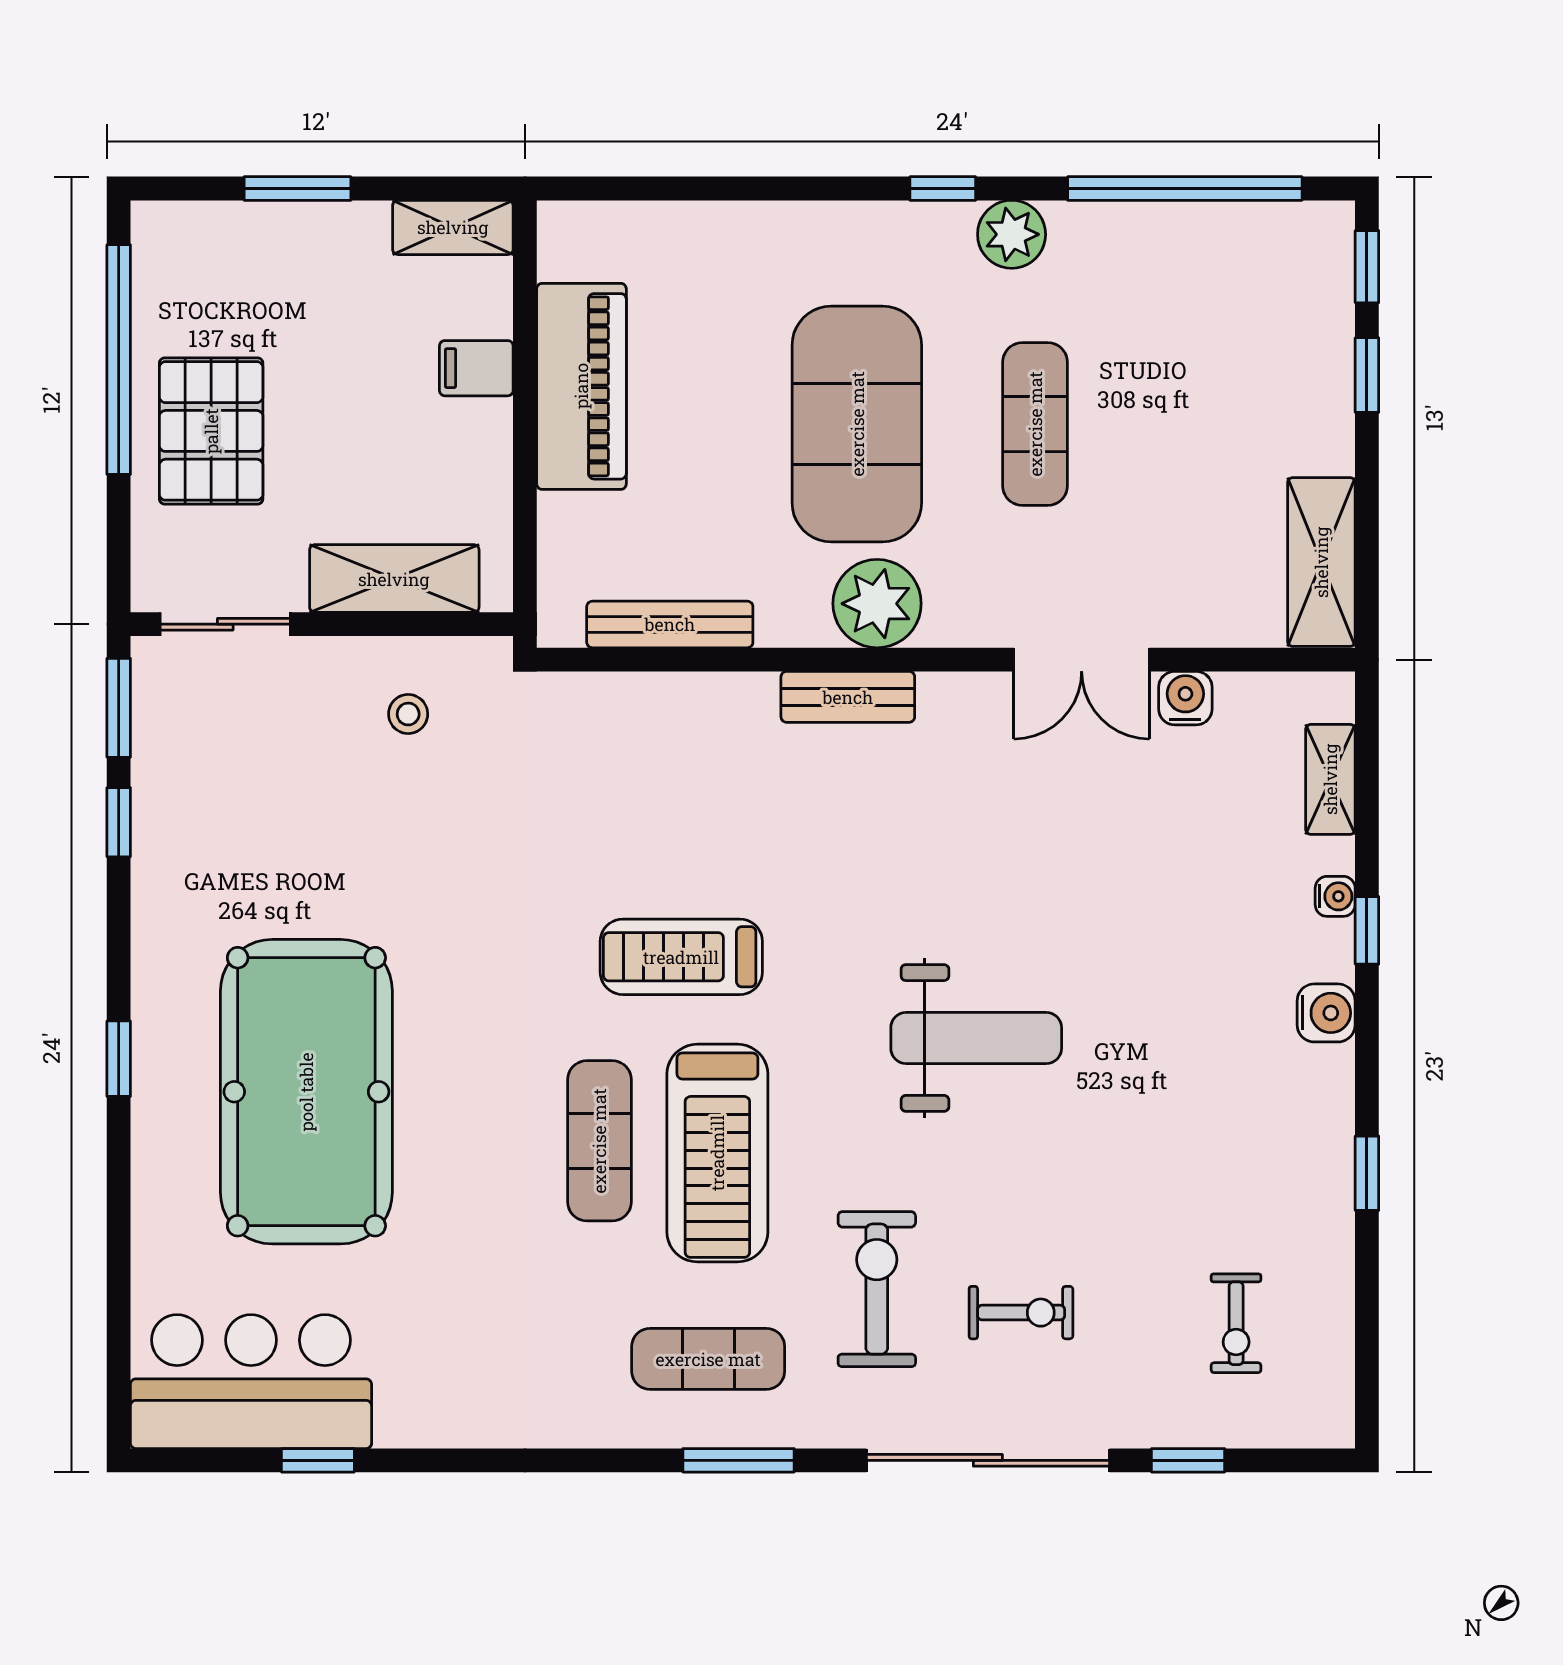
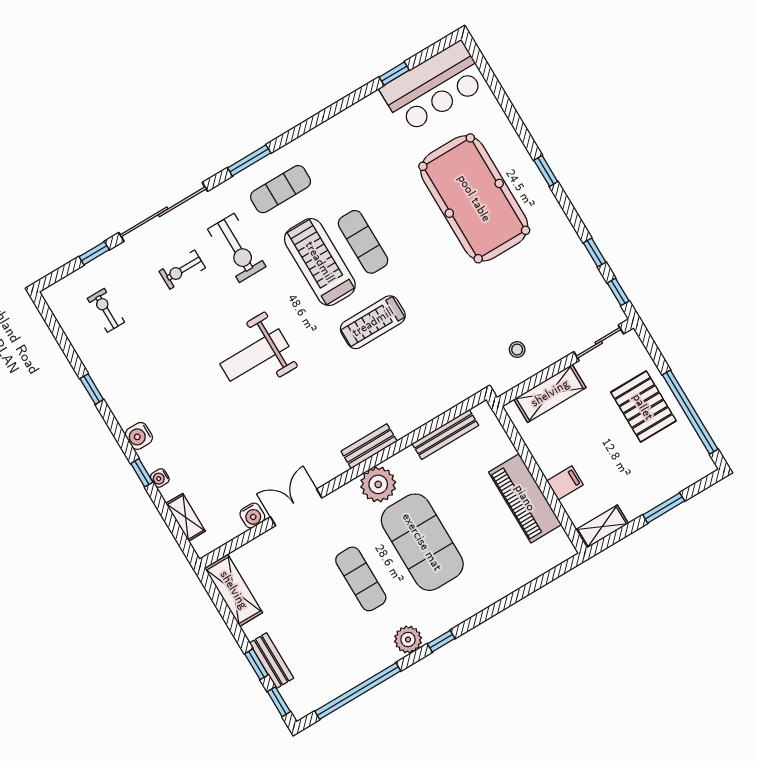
bench: (1330, 364) -> (271, 661), added
window: (119, 708) -> (618, 292), width x0.67
treadmill: (681, 957) -> (373, 322), turned 180

